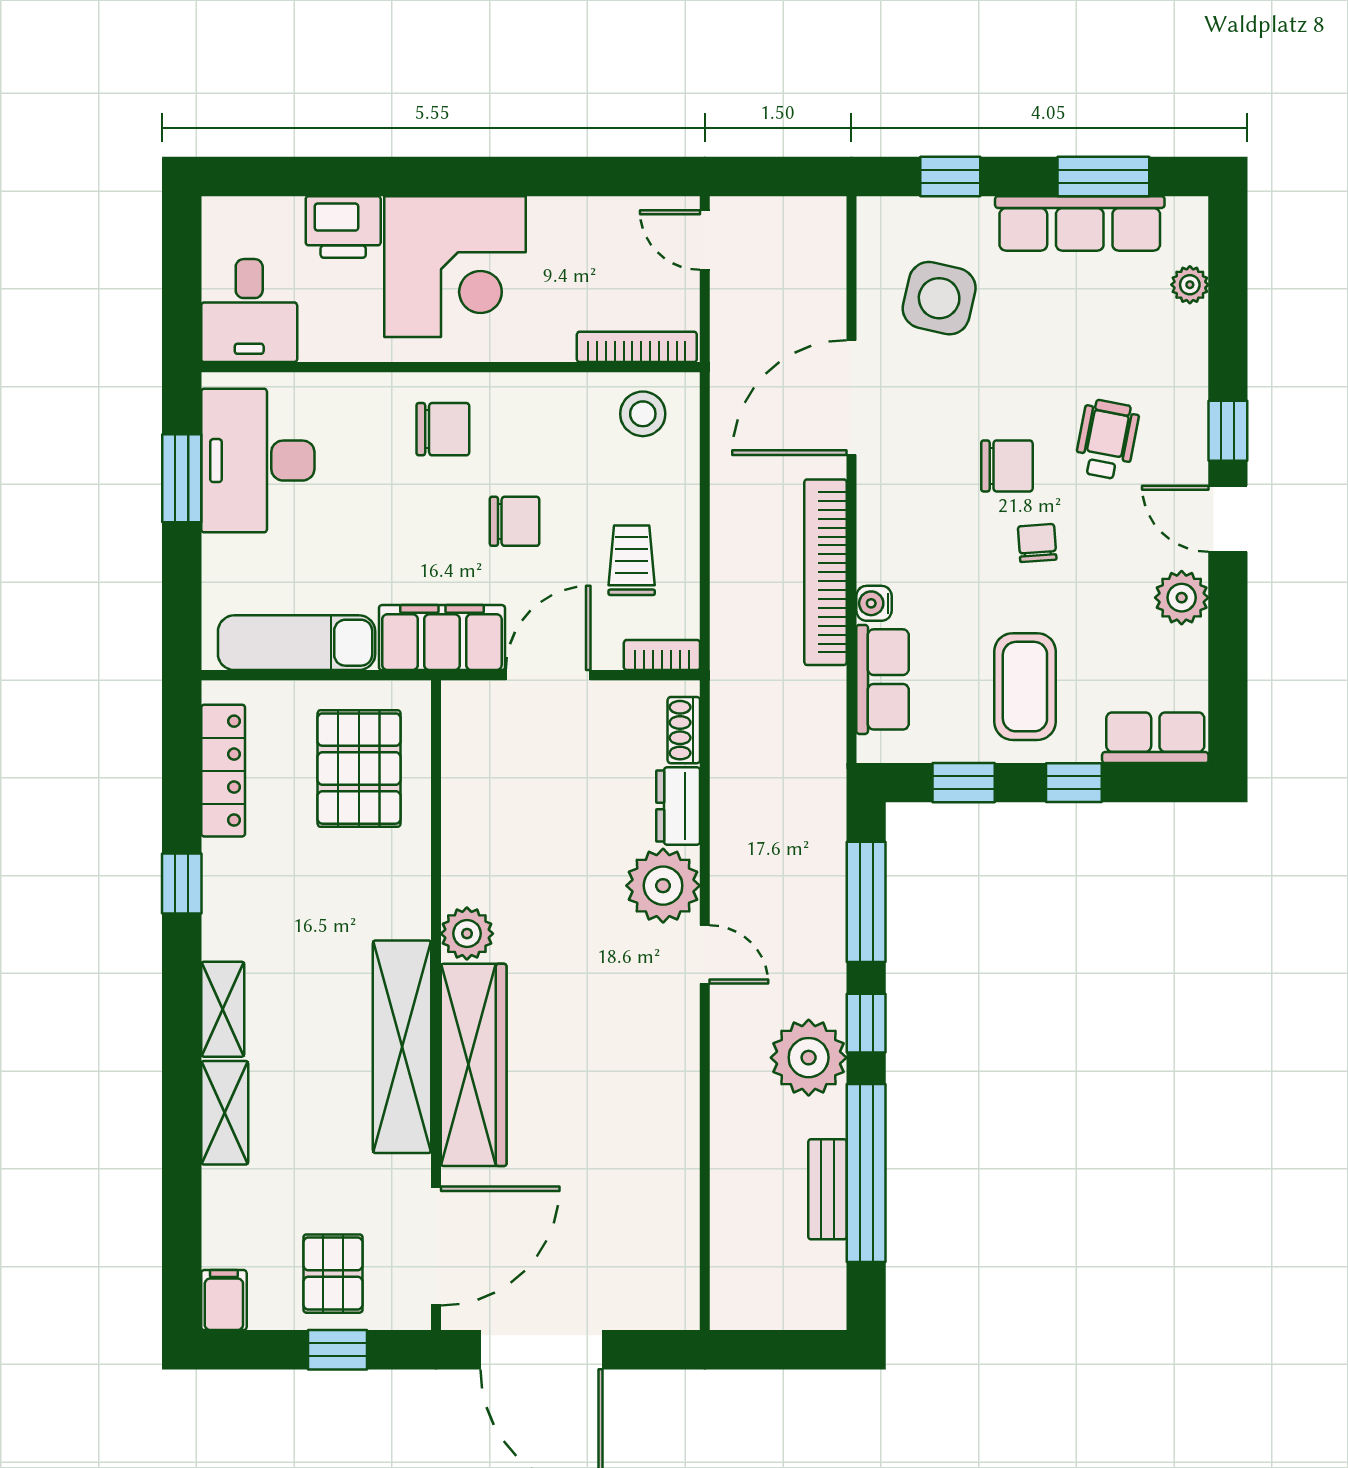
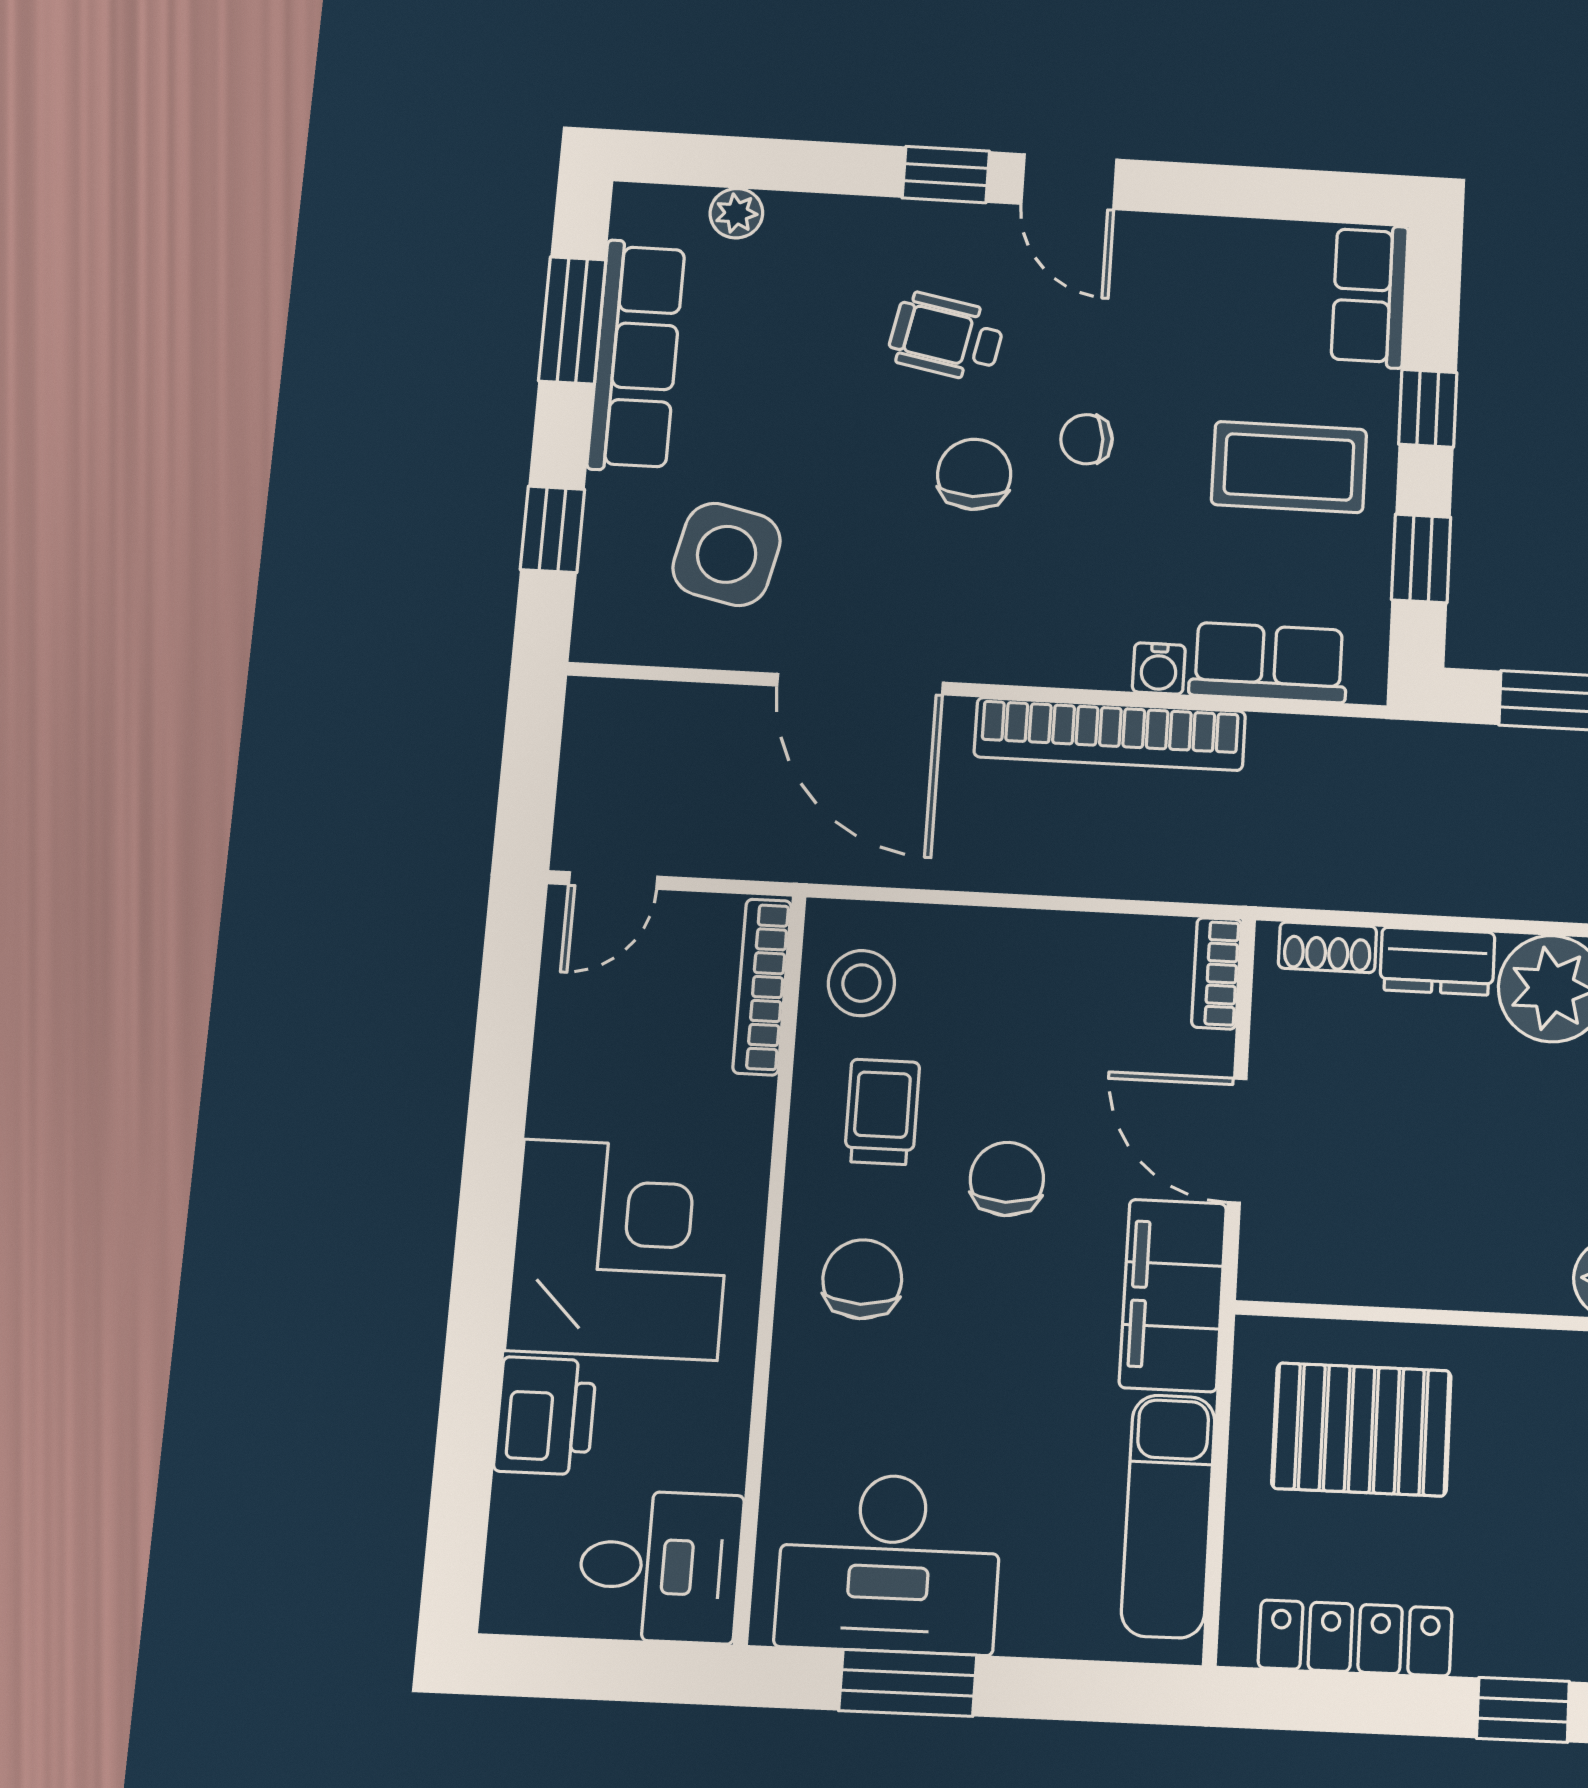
door: (1228, 519) -> (1069, 182), hinge flipped
trolley: (632, 560) -> (882, 1112), moved, turned 90
plant: (1182, 598) -> (1176, 249), removed

